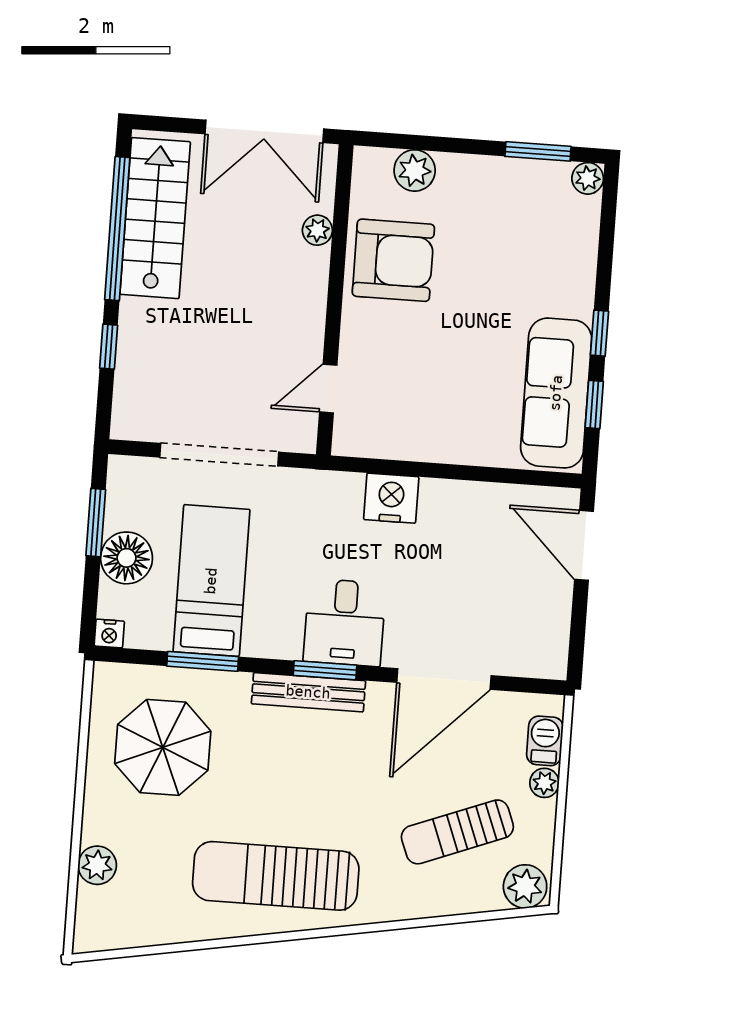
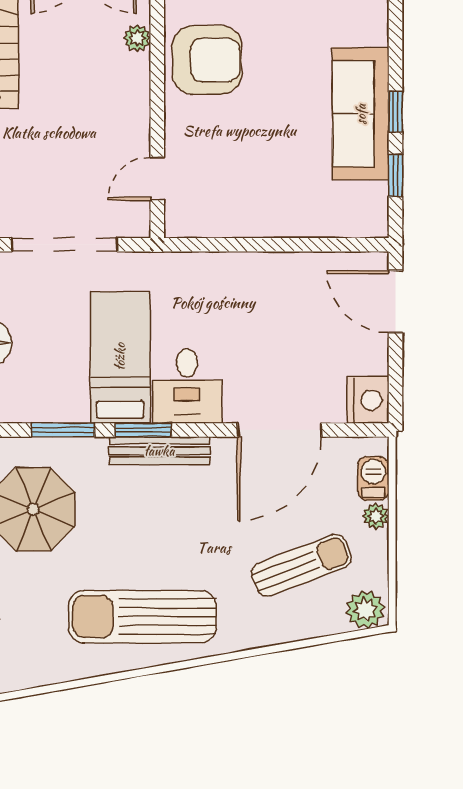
sofa: (556, 393) -> (361, 114), moved
nightstand: (391, 498) -> (368, 400), moved, turned 90
bed: (211, 581) -> (120, 357), moved
window: (325, 670) -> (143, 430), moved
sun lounger: (457, 832) -> (301, 565), turned 180

